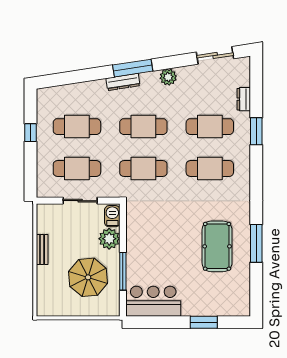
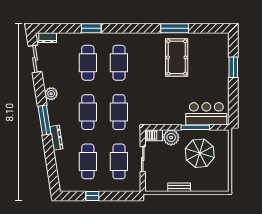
dresser: (123, 82) -> (56, 138), moved
dresser: (244, 99) -> (48, 38), moved
pool table: (217, 246) -> (177, 57), turned 90
bar counter: (153, 301) -> (206, 114), moved, turned 90

